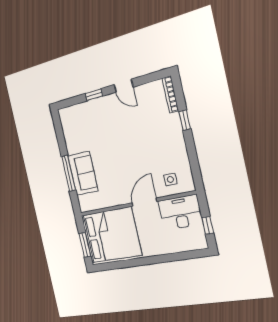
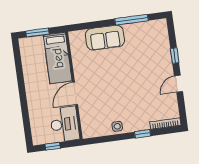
window: (69, 173) -> (131, 20), moved
side table: (170, 179) -> (117, 126), moved
door: (144, 202) -> (75, 93), swing flipped
bed: (111, 235) -> (58, 58), width x0.49

